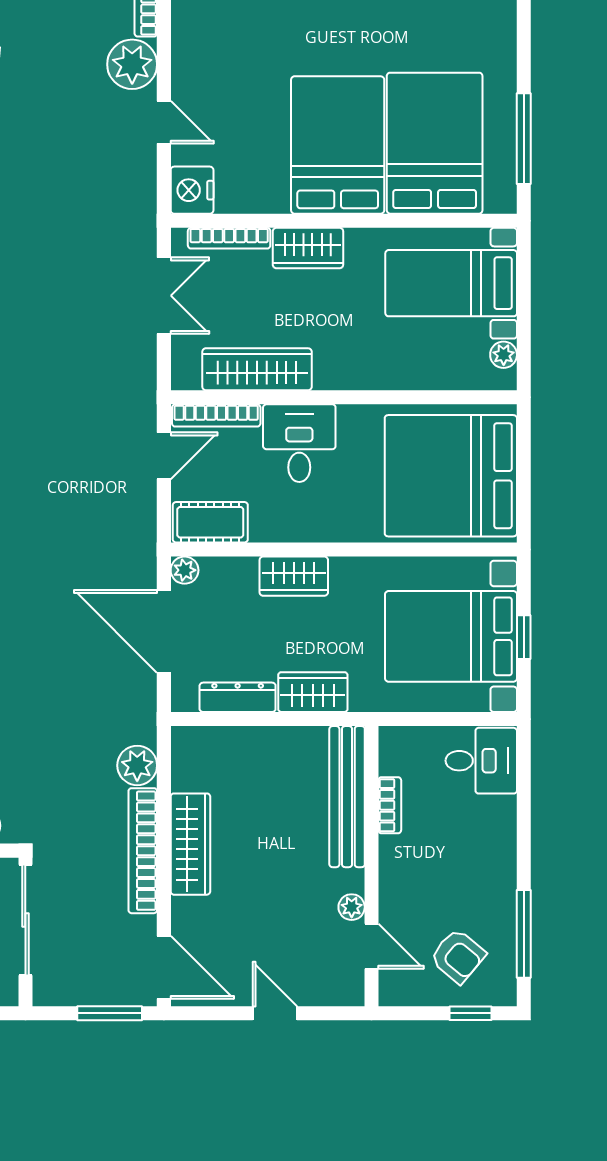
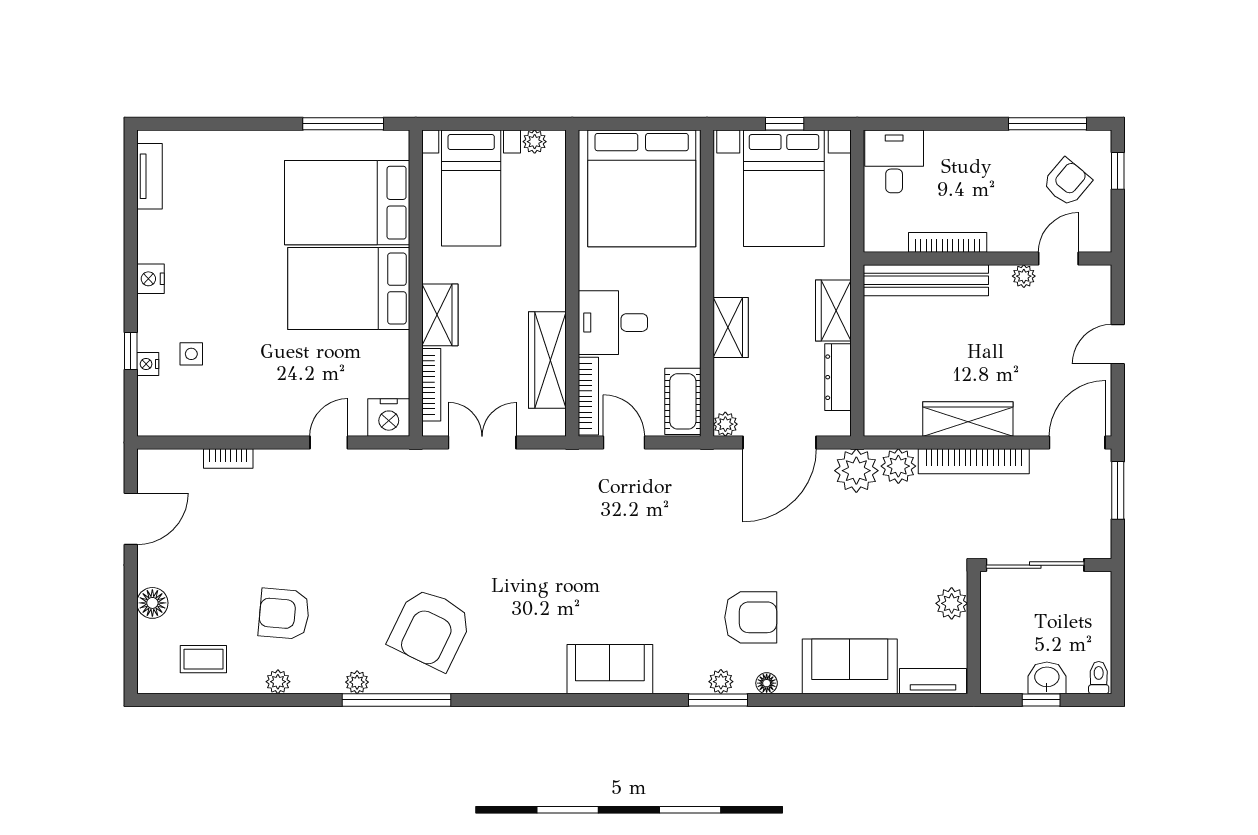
plant: (132, 64) -> (856, 471), moved
bookcase: (390, 805) -> (948, 242), width x1.56

